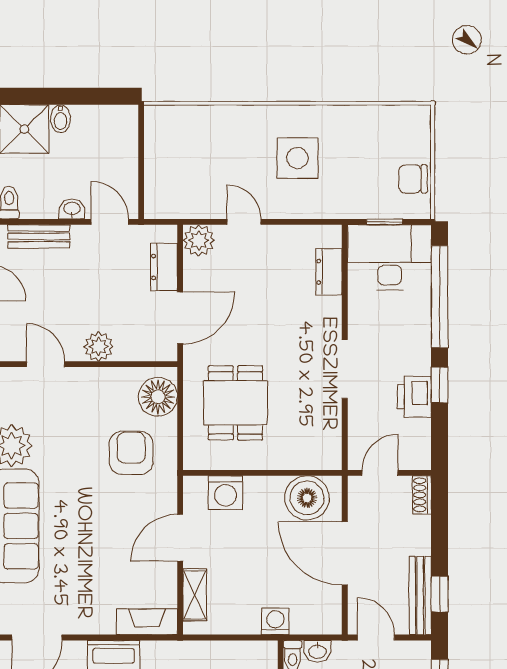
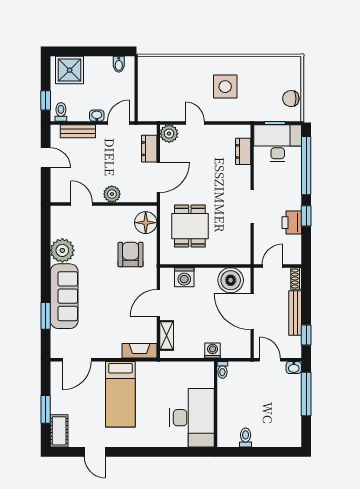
bidet: (60, 119) -> (119, 64), moved
door: (110, 222) -> (118, 123), hinge flipped
bench: (420, 595) -> (295, 313), moved
washbasin: (317, 651) -> (294, 368), moved

